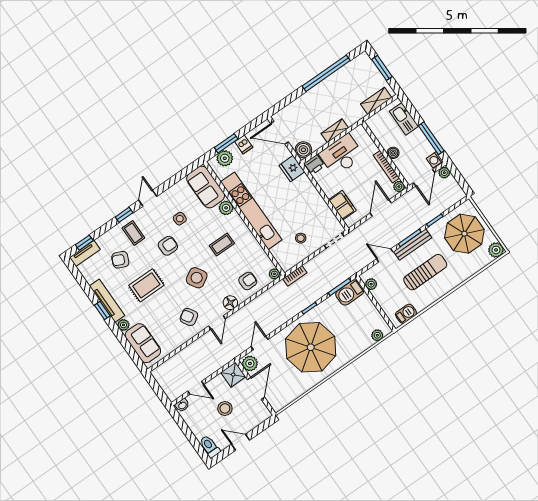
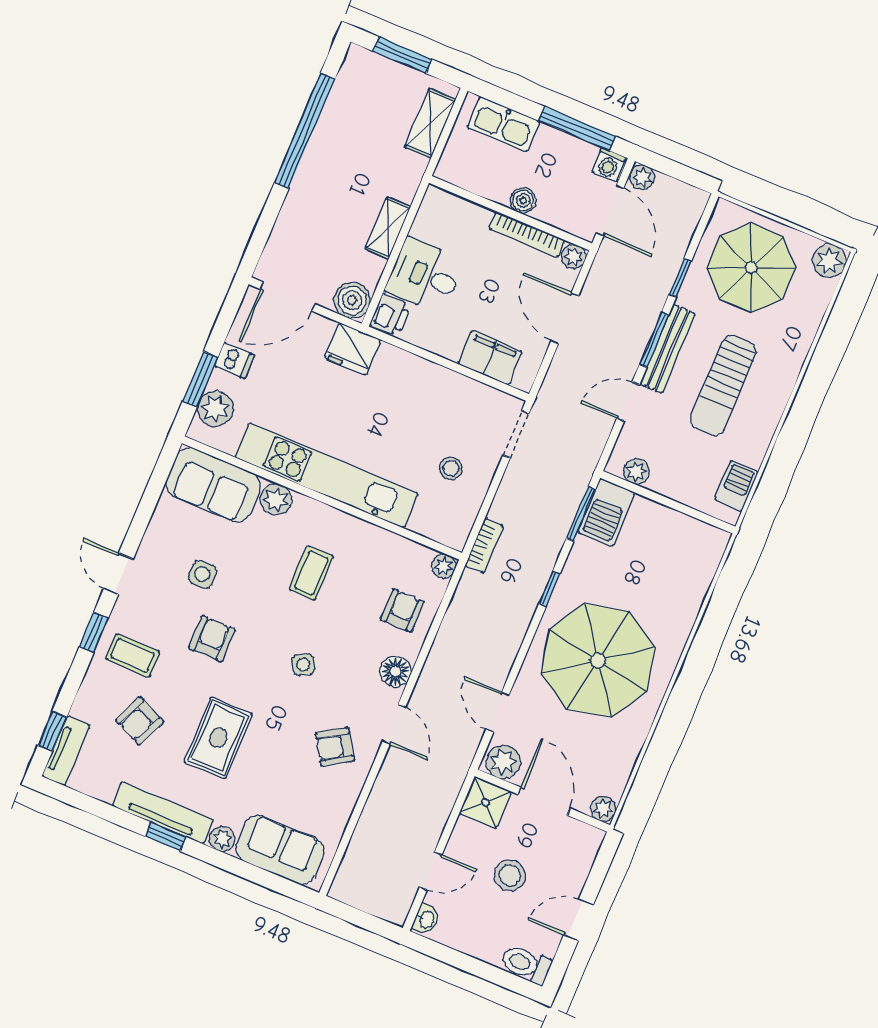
desk: (341, 155) -> (425, 276), width x0.73
sun lounger: (425, 272) -> (723, 385), turned 180
side table: (197, 278) -> (303, 665), width x0.54, depth x0.54
plant: (377, 335) -> (603, 809), moved

